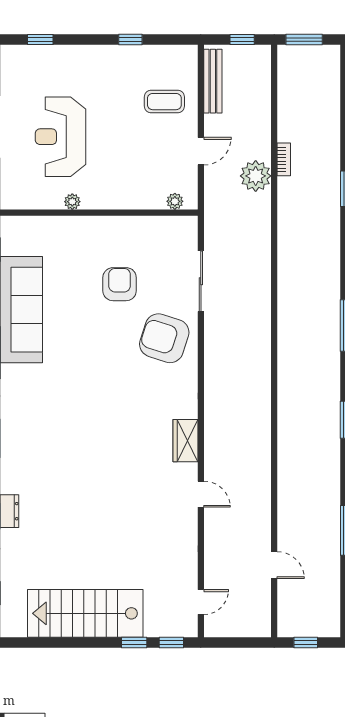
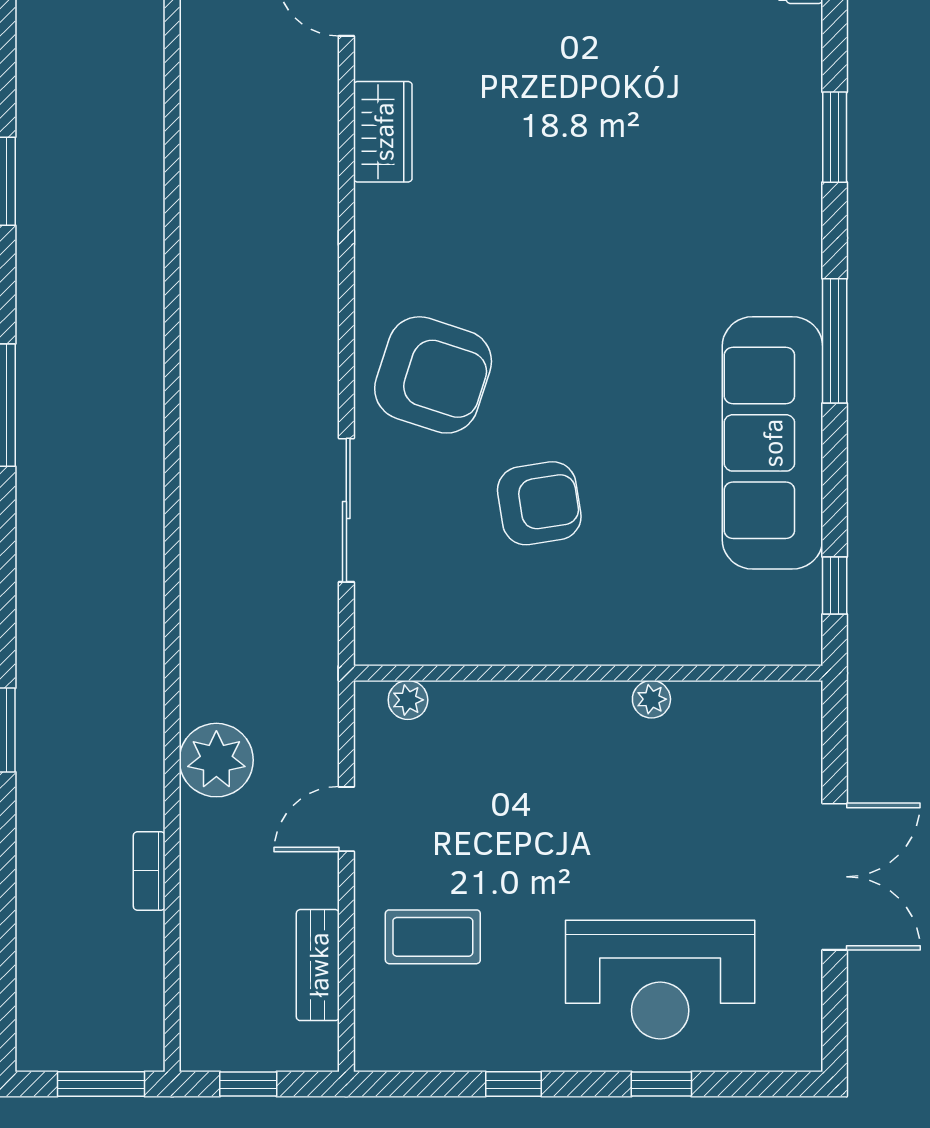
window: (40, 40) -> (661, 1084), moved
bench: (213, 81) -> (318, 965), width x0.73
reception desk: (60, 137) -> (660, 980), moved, turned 90
bookcase: (284, 159) -> (149, 871), moved
armchair: (120, 284) -> (539, 503), turned -99

